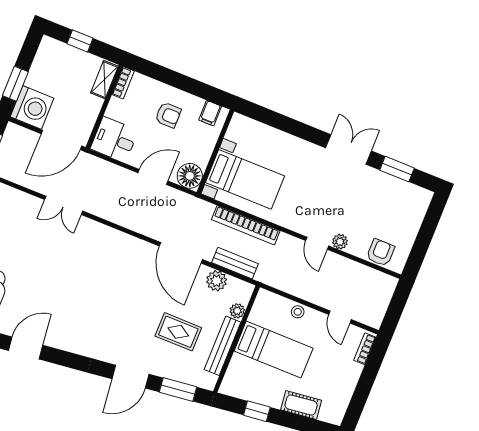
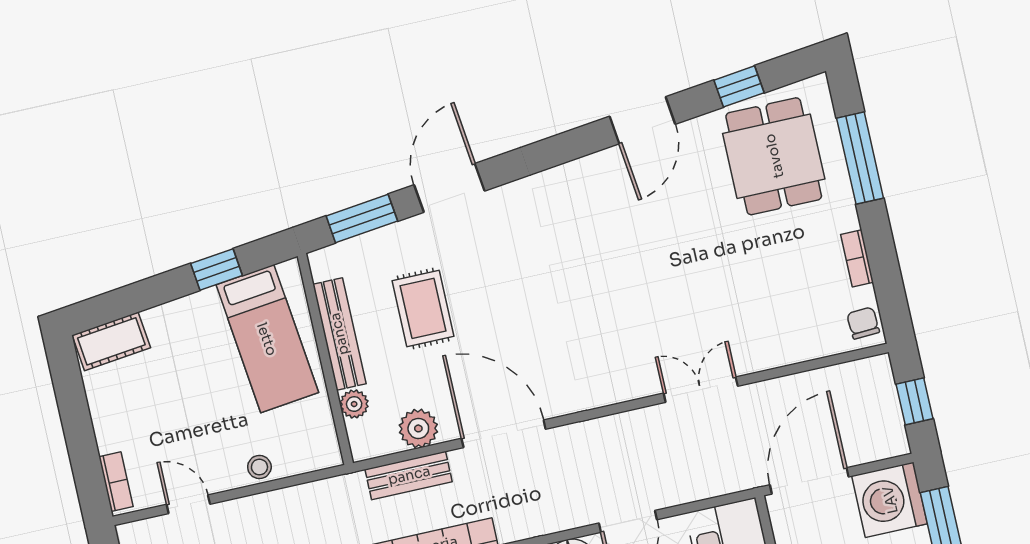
double door: (64, 205) -> (701, 390), moved
rug: (178, 332) -> (423, 308), turned 90
bed: (274, 350) -> (267, 339), moved, turned -97
cot: (301, 405) -> (111, 341), moved

